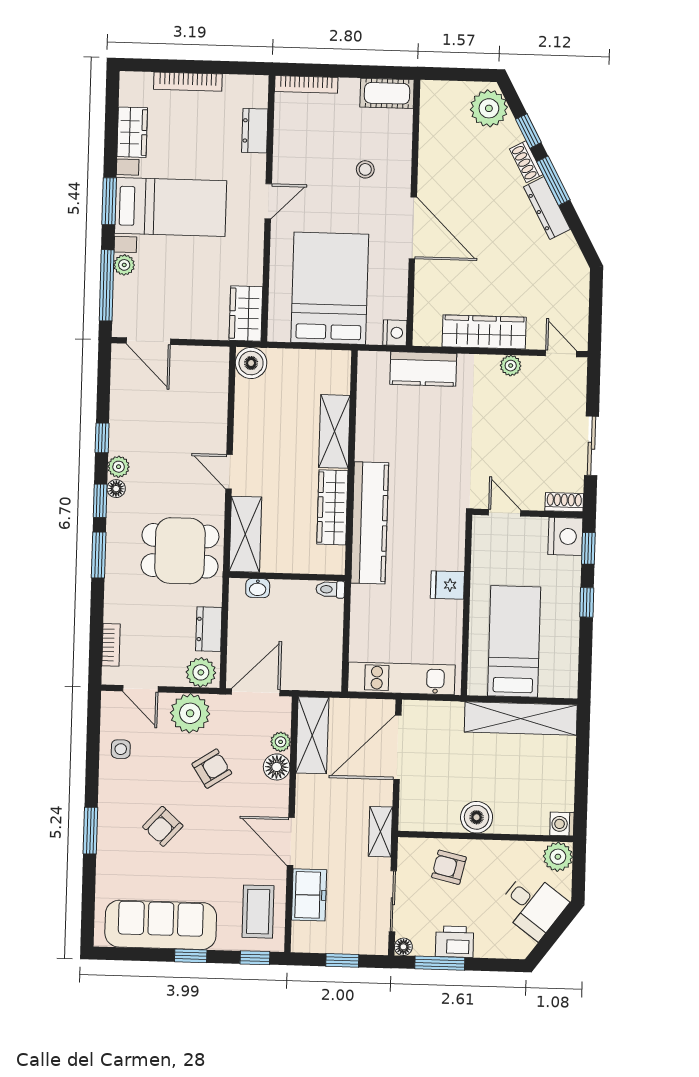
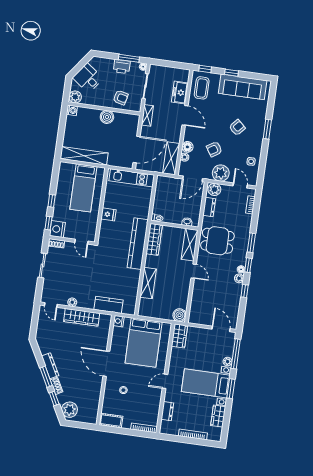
wardrobe: (332, 507) -> (154, 239), moved
window: (342, 960) -> (169, 64), removed

